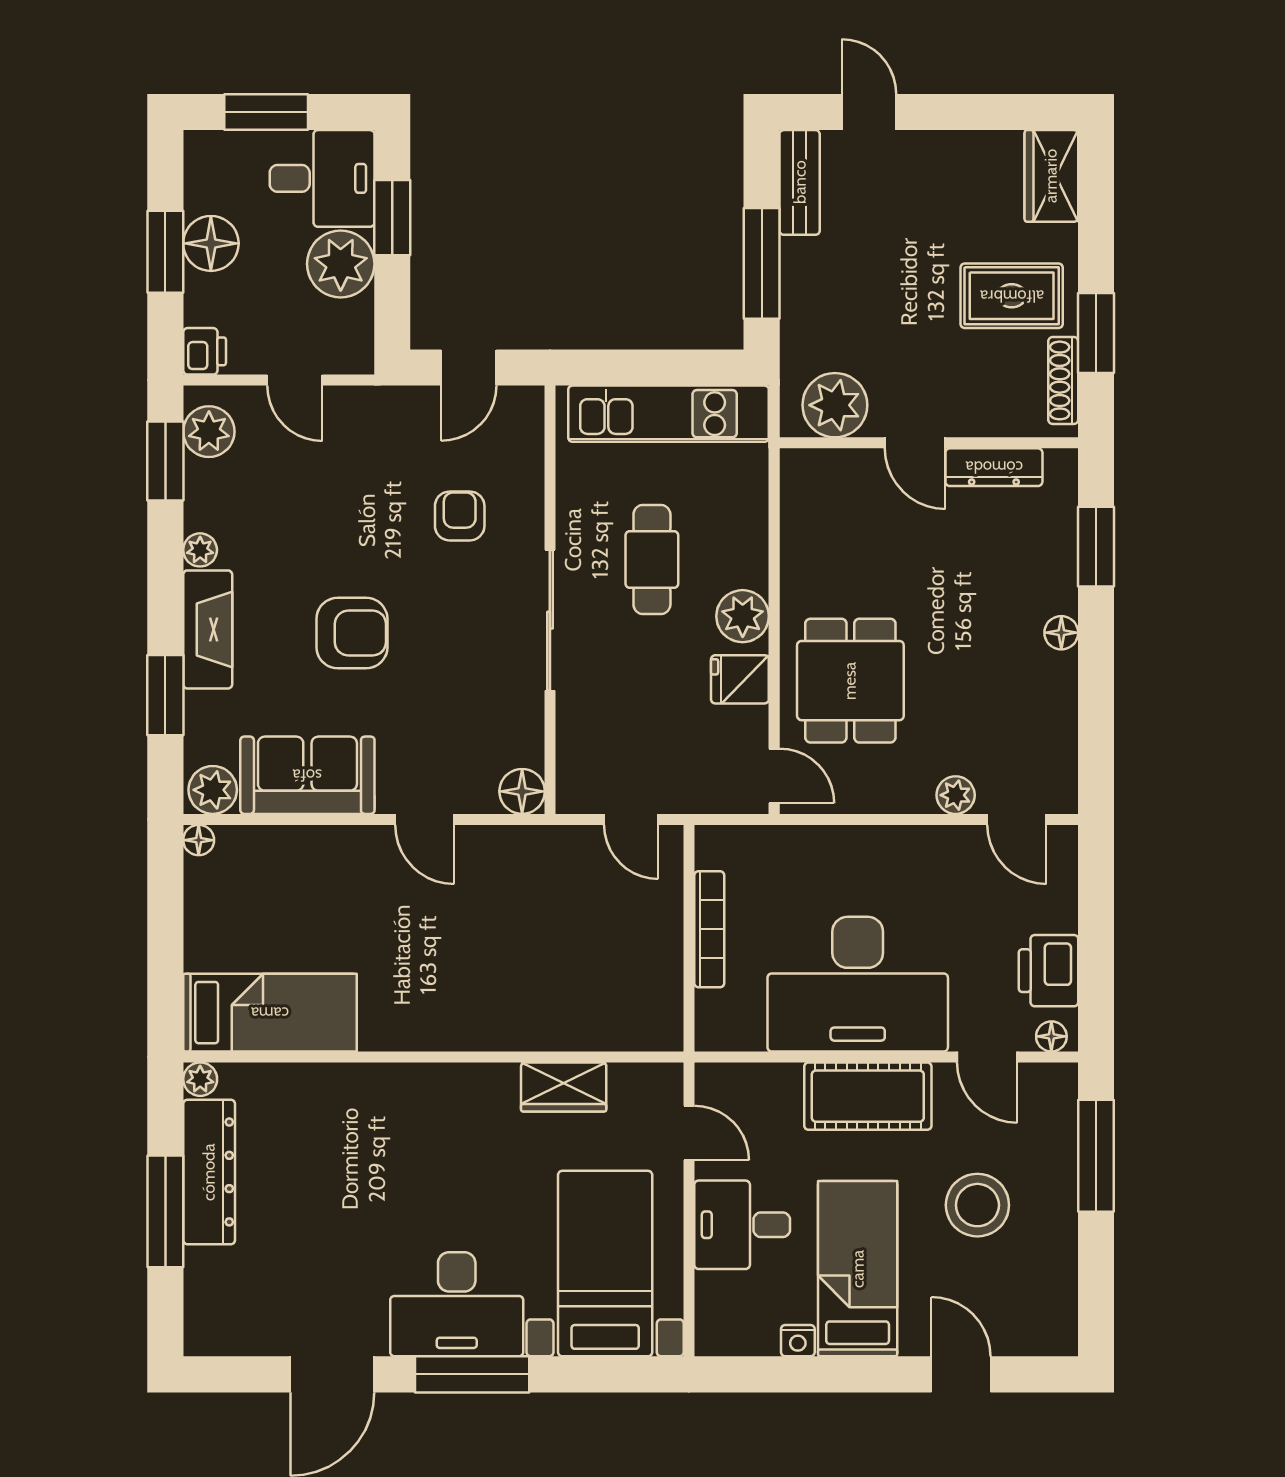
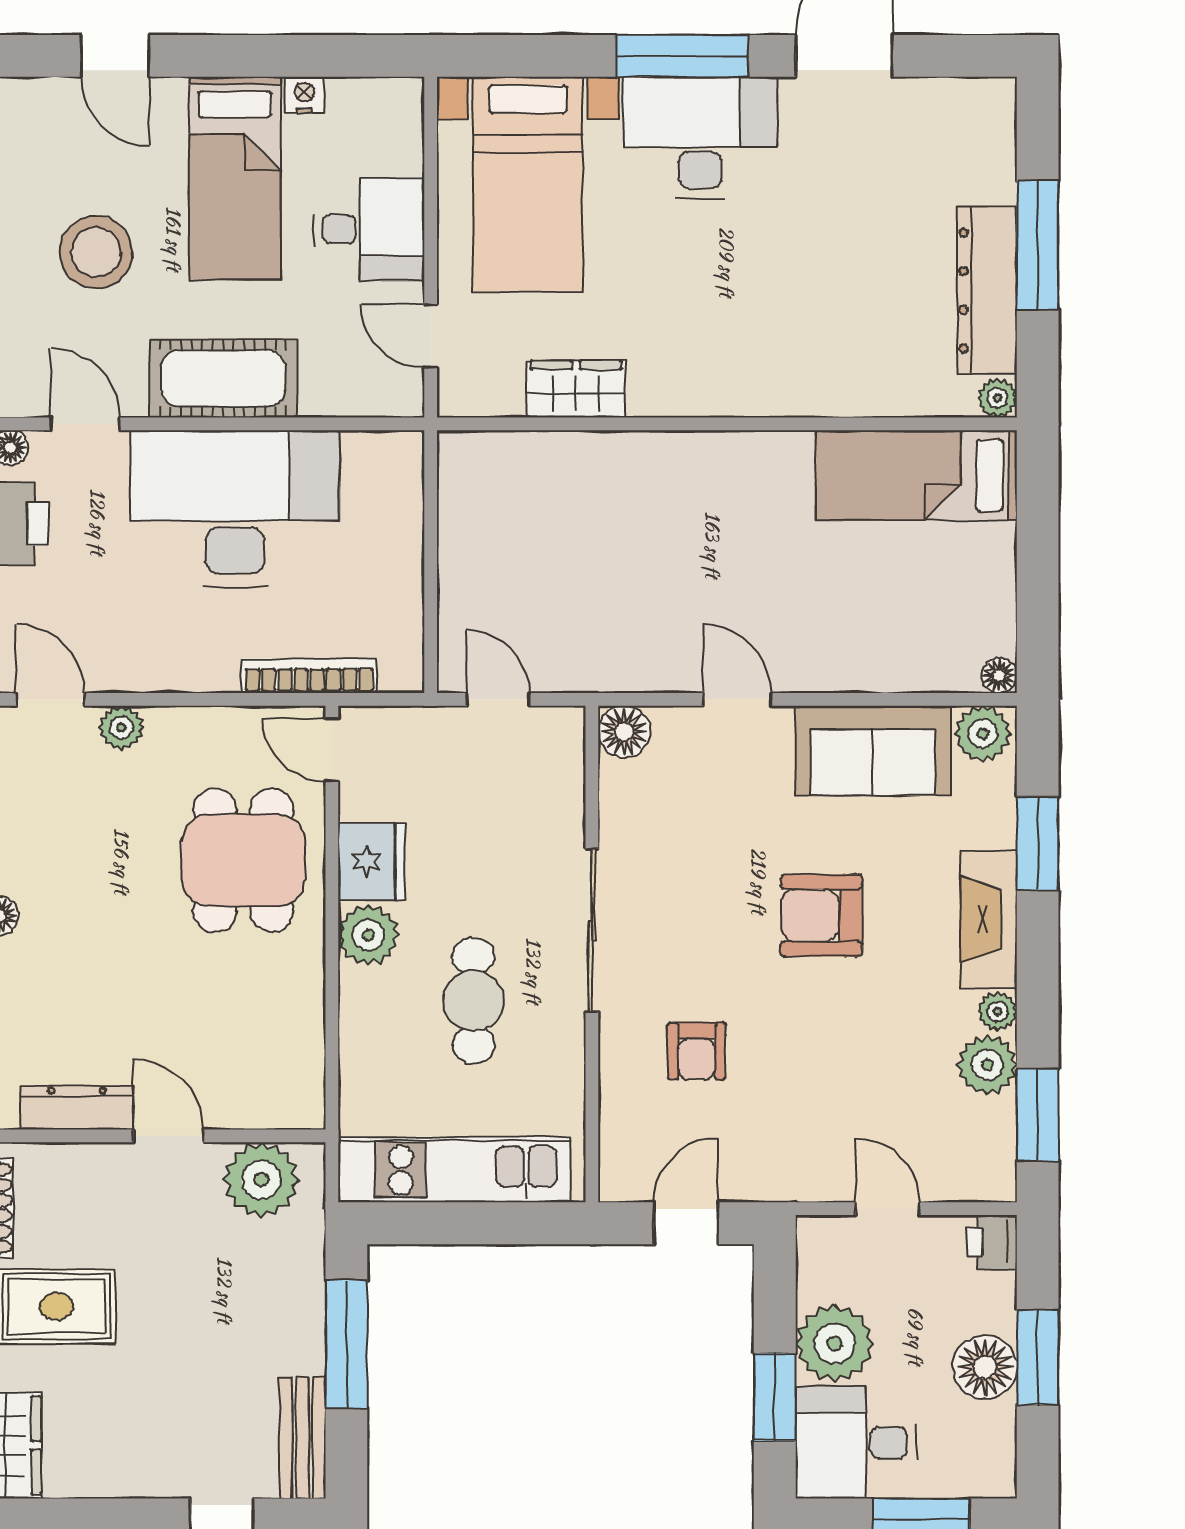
plant: (209, 432) -> (987, 1065), moved
fridge: (740, 679) -> (372, 862), width x1.38
bookcase: (709, 929) -> (309, 676), moved, turned 90

